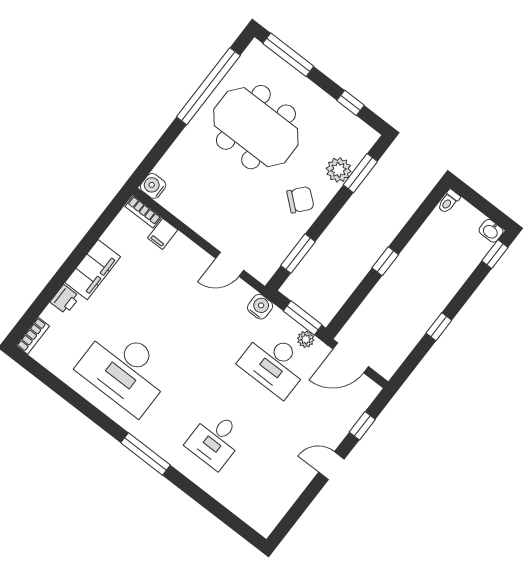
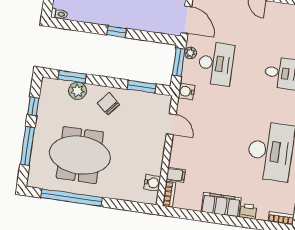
window: (288, 55) -> (27, 146), moved
meeting table: (256, 127) -> (80, 155), turned 90
water cooler: (153, 186) -> (152, 183), moved, turned -90

